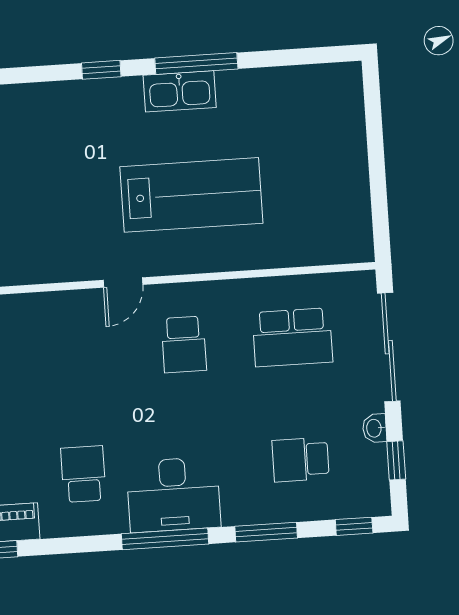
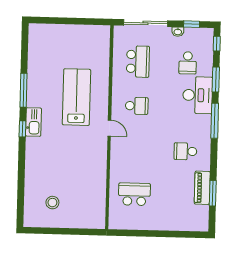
kitchen sink: (180, 91) -> (33, 122), moved
desk: (173, 495) -> (198, 95), moved

